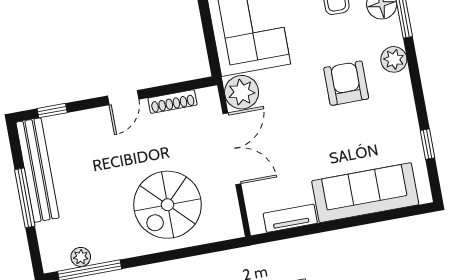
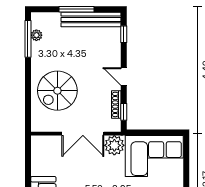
window: (183, 87) -> (124, 112), added
spiral stairs: (168, 205) -> (57, 91), turned -90
tv unit: (290, 218) -> (37, 160), removed

